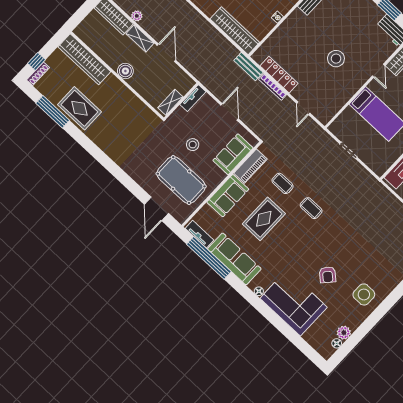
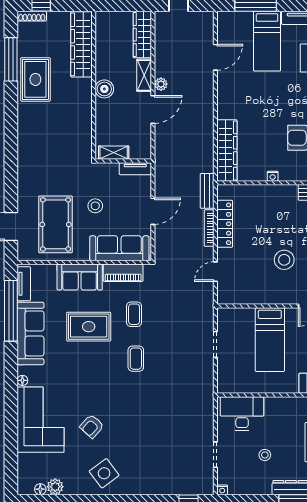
plant: (137, 16) -> (161, 84), moved
sofa: (233, 154) -> (119, 248), width x1.36
side table: (364, 294) -> (104, 473), turned -37

